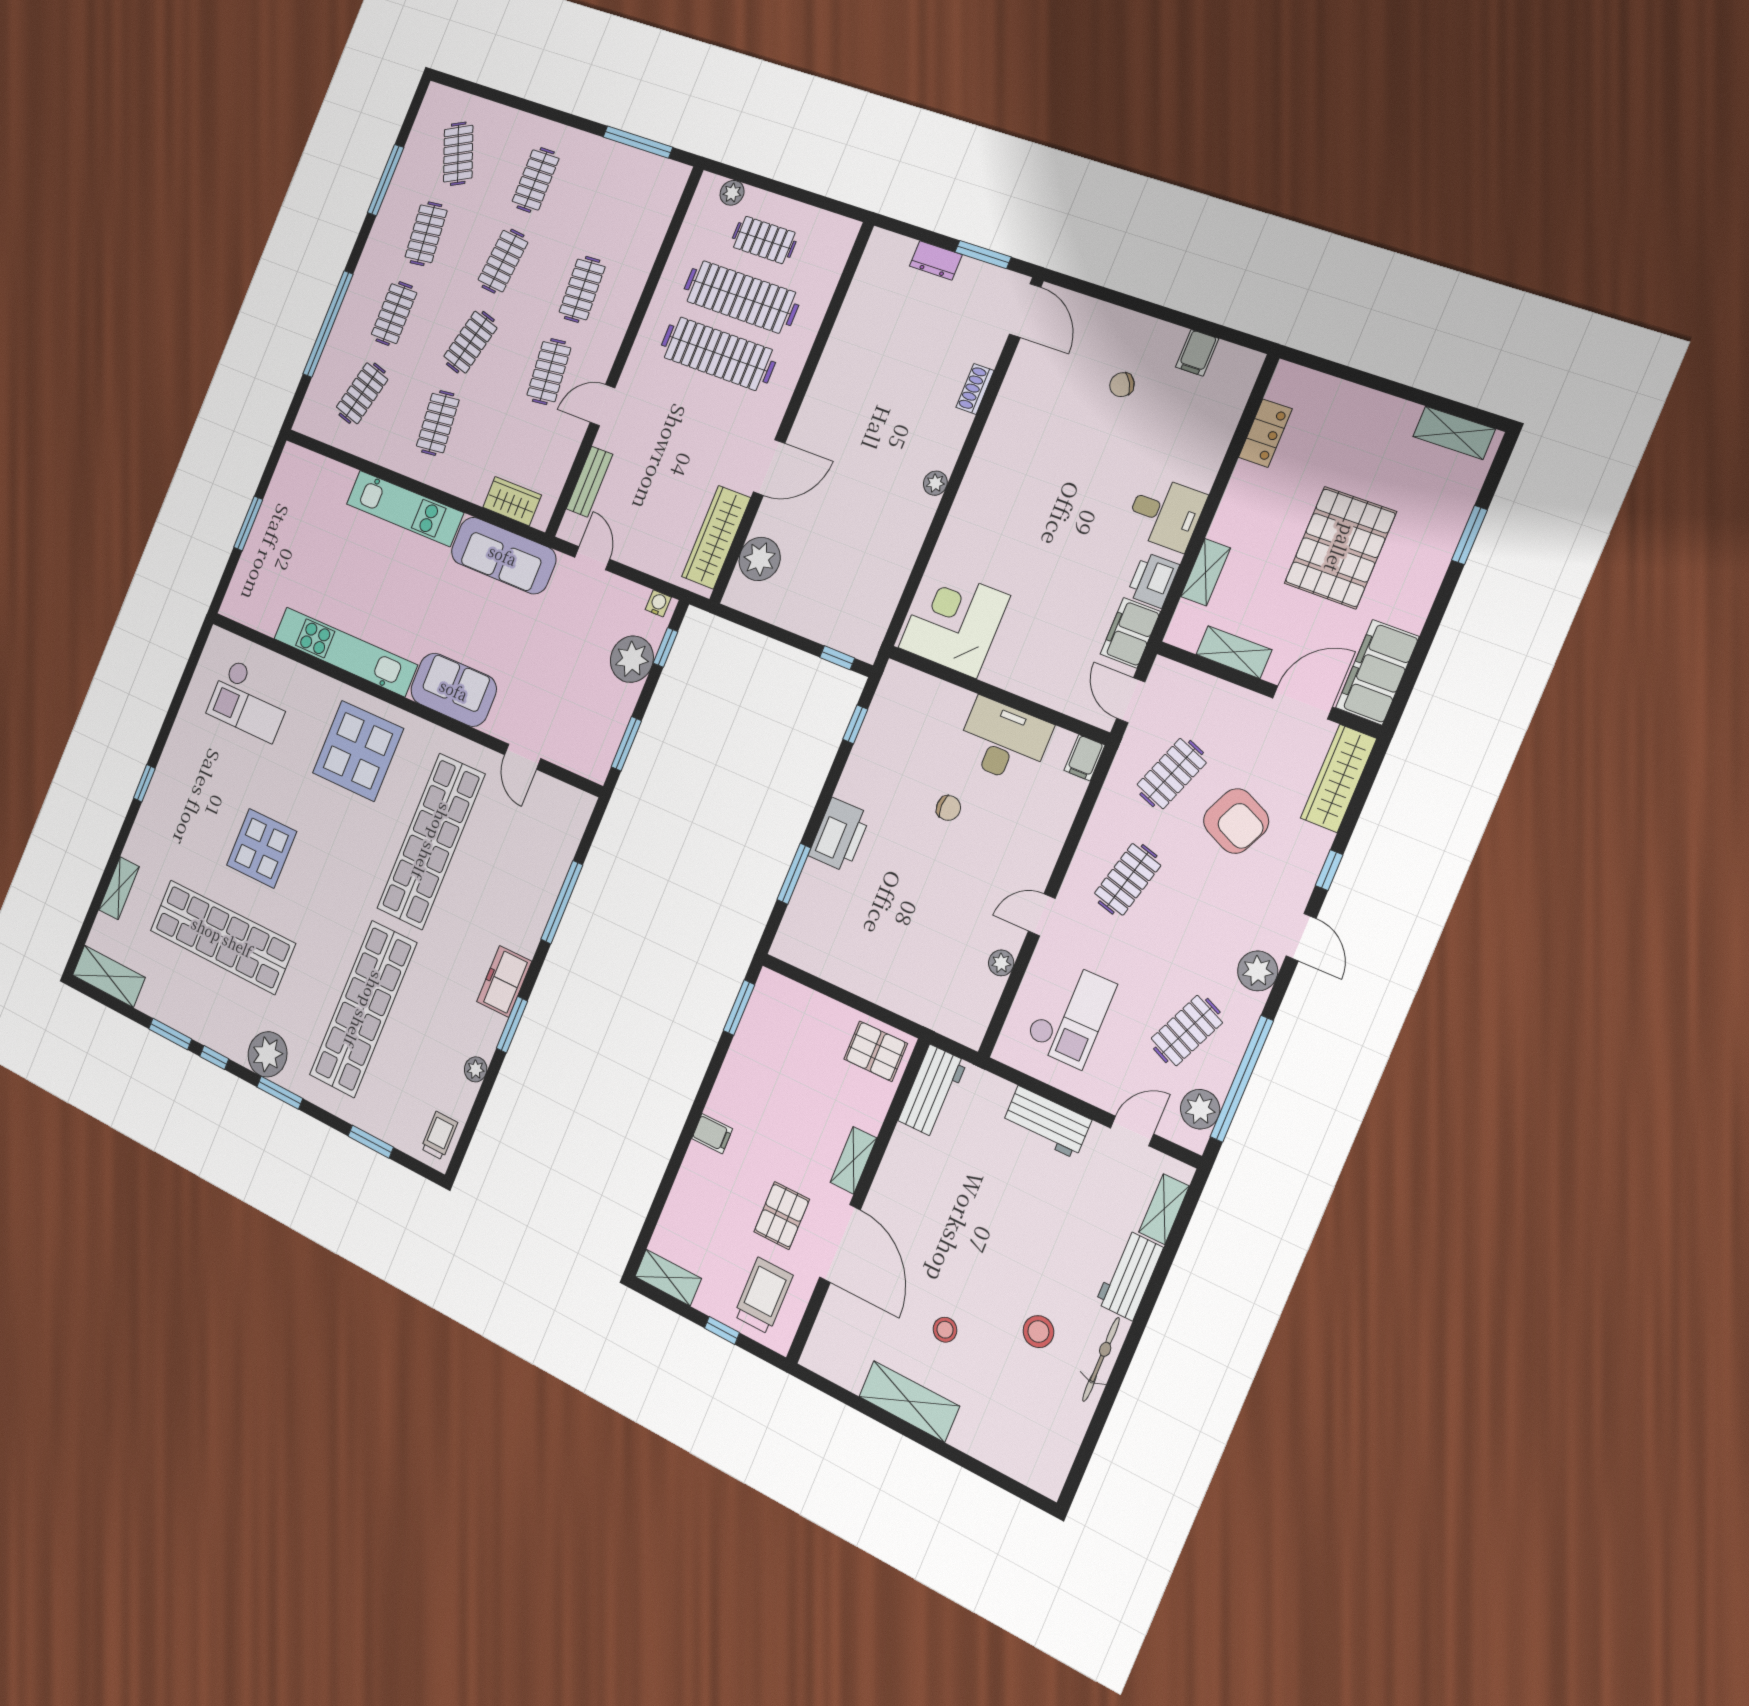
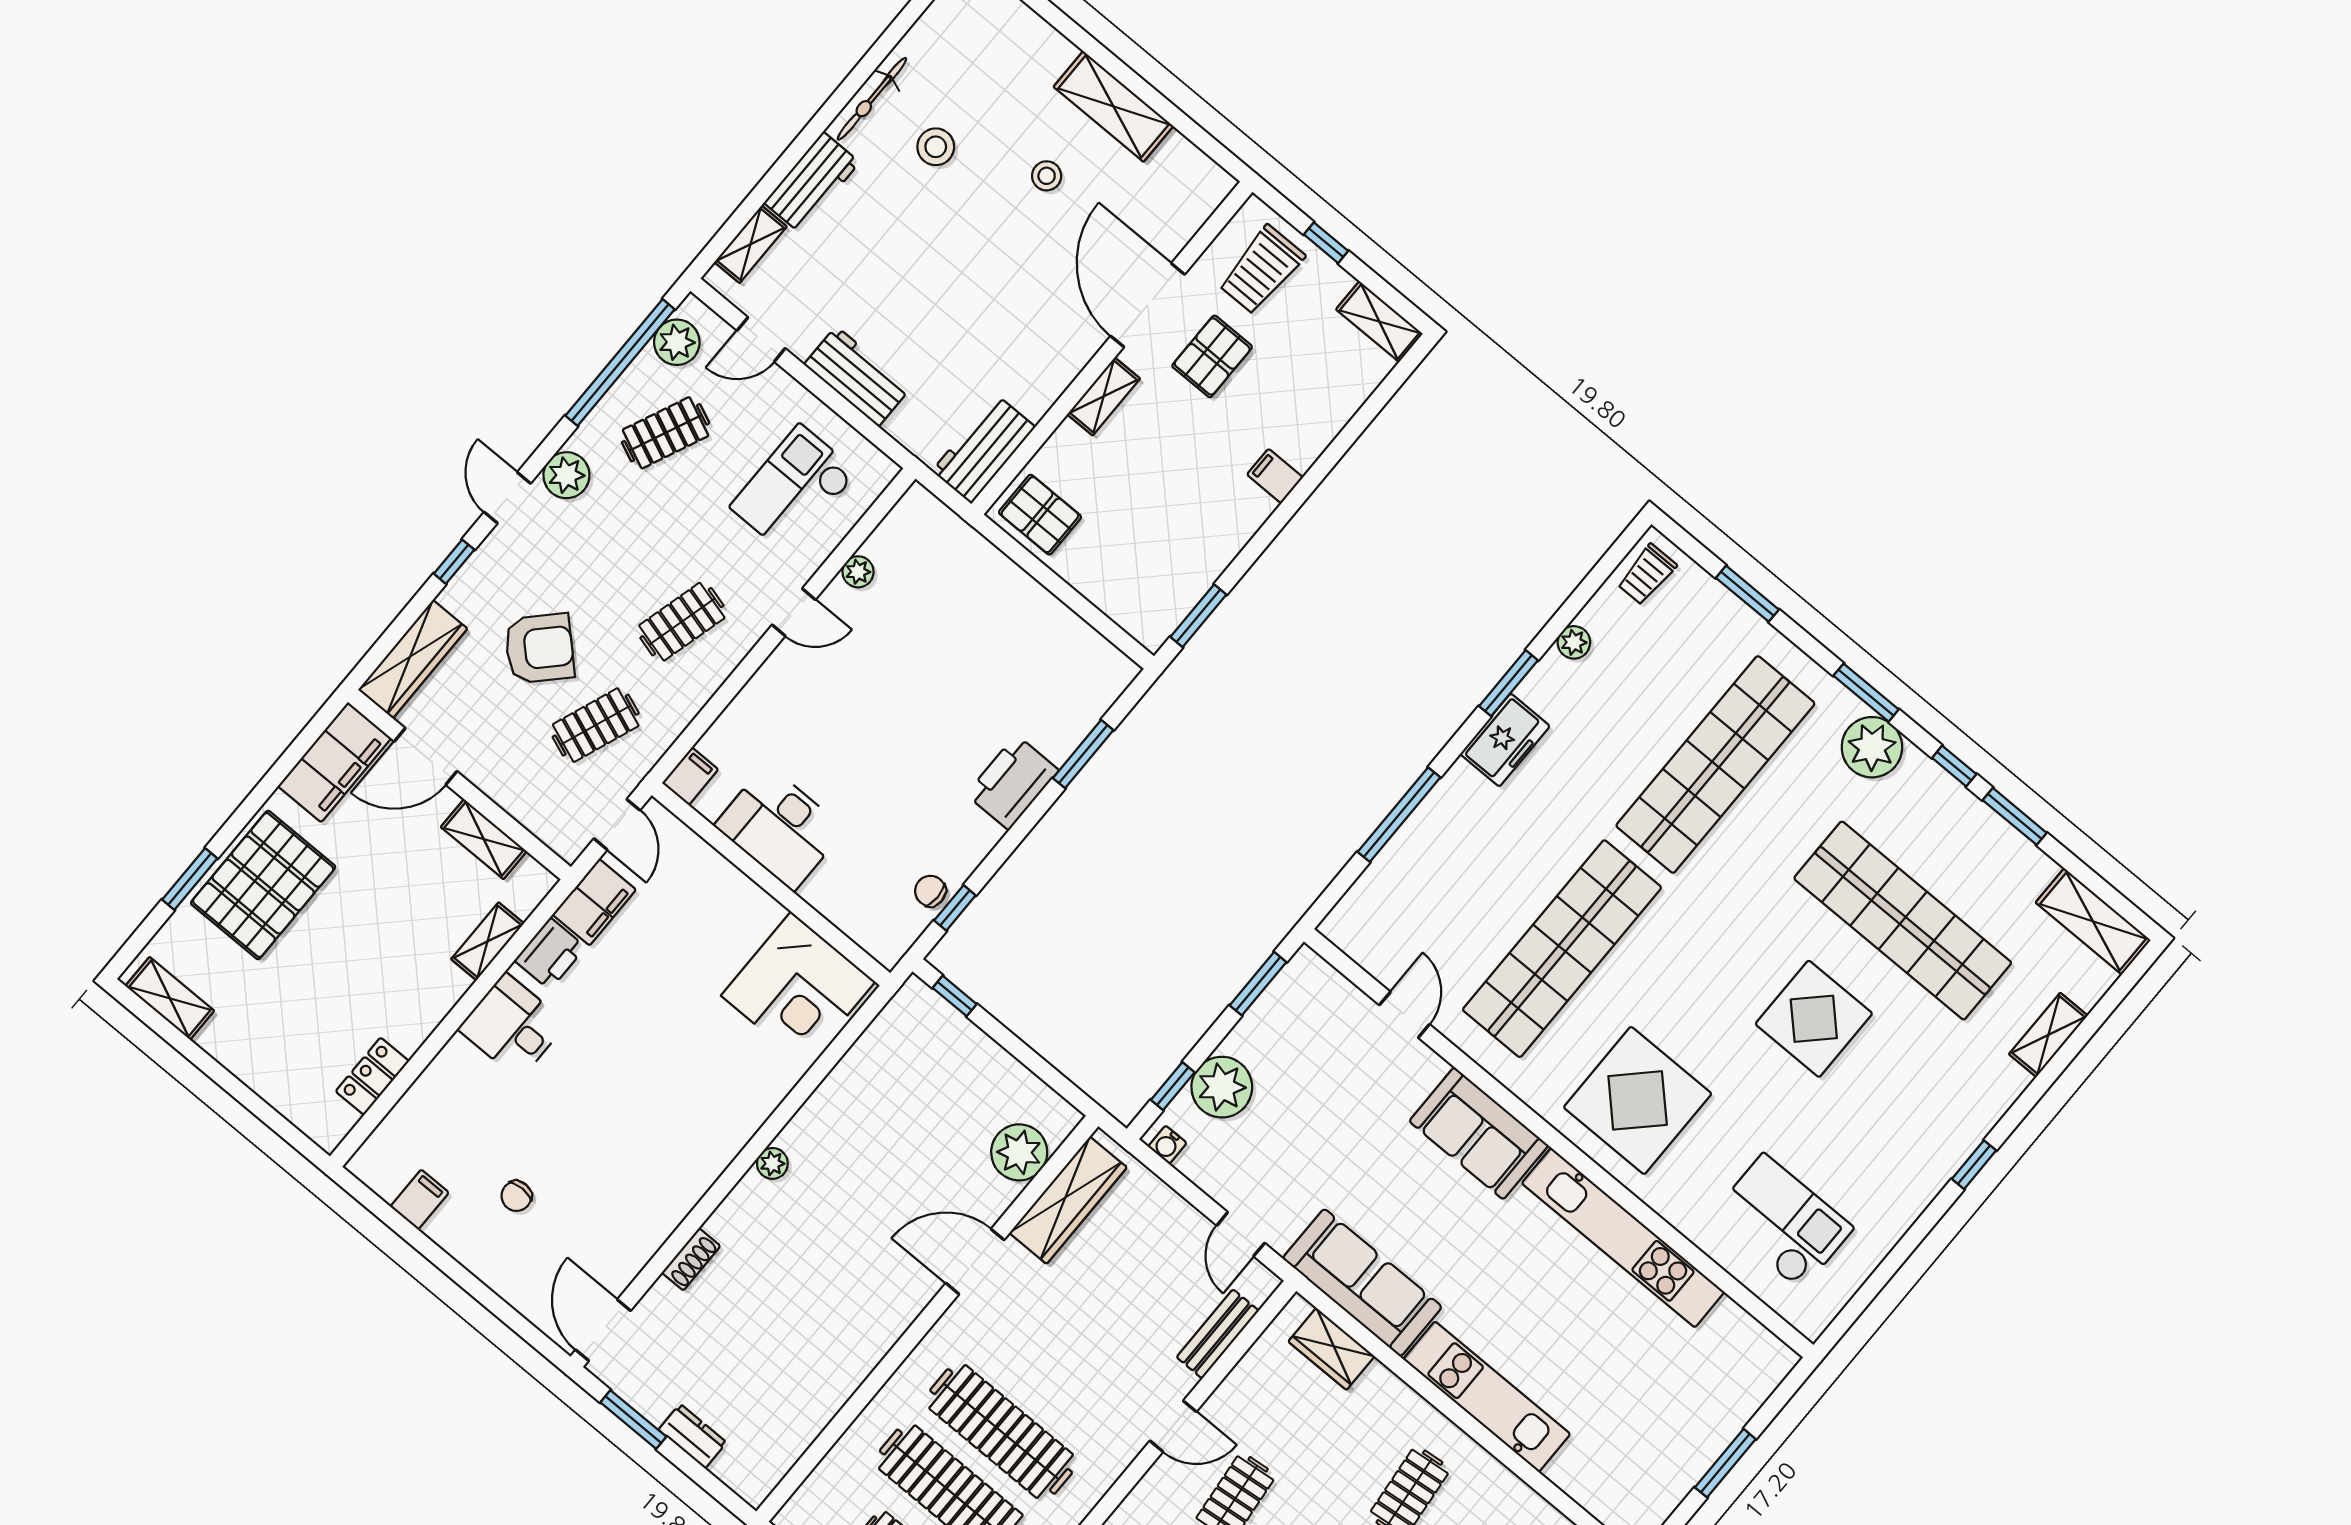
chair: (1122, 385) -> (516, 1196), turned 121
pallet: (1340, 548) -> (263, 885), moved
chair: (948, 808) -> (930, 891), moved
armchair: (1236, 821) -> (539, 648), turned 109

